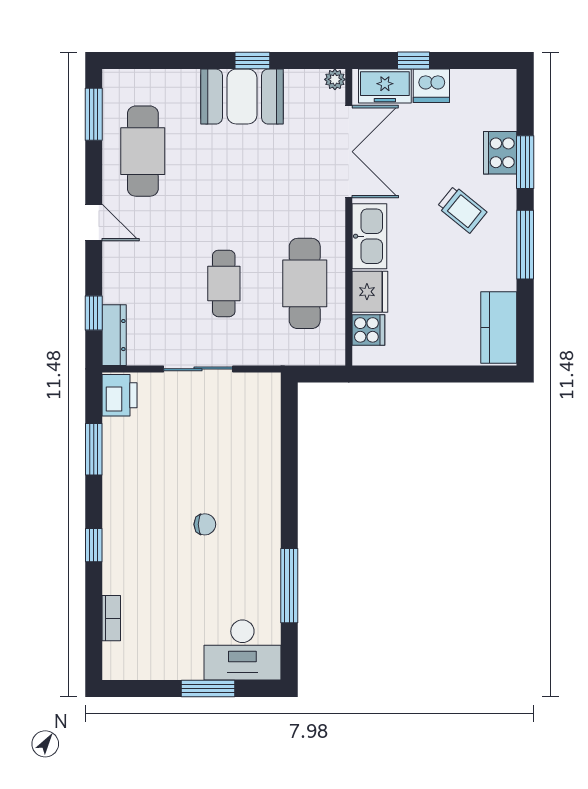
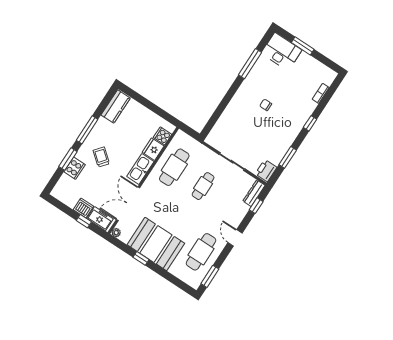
booth: (242, 97) -> (156, 244), width x1.36, depth x1.42

